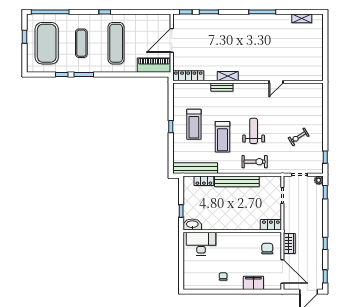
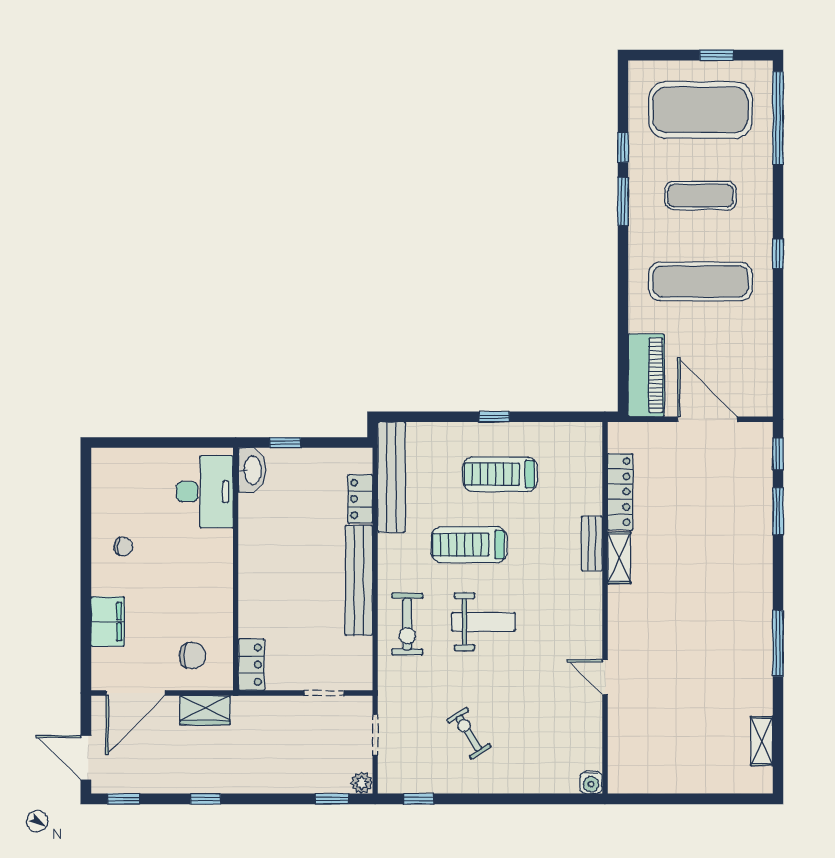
locker: (188, 76) -> (620, 492), moved
water cooler: (319, 87) -> (591, 782), added

